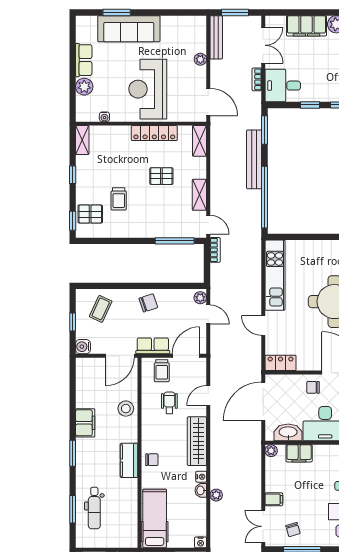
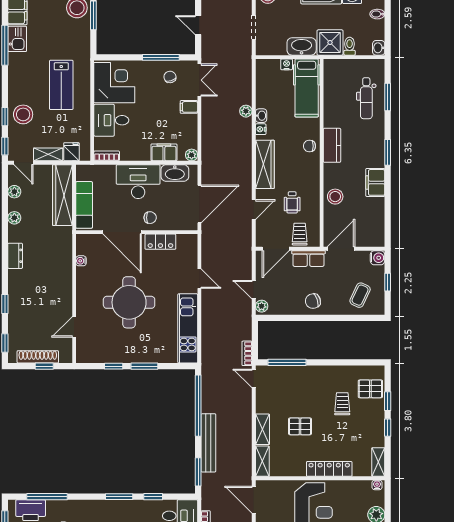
water cooler: (104, 117) -> (377, 485), moved
locker: (154, 133) -> (329, 469), moved
shelving: (199, 195) -> (262, 429), moved
window: (73, 221) -> (388, 401), moved
window: (319, 237) -> (144, 366), added
locker: (281, 363) -> (160, 242), moved
dental chair: (94, 508) -> (366, 98), turned 180
nightstand: (201, 542) -> (287, 64), moved

